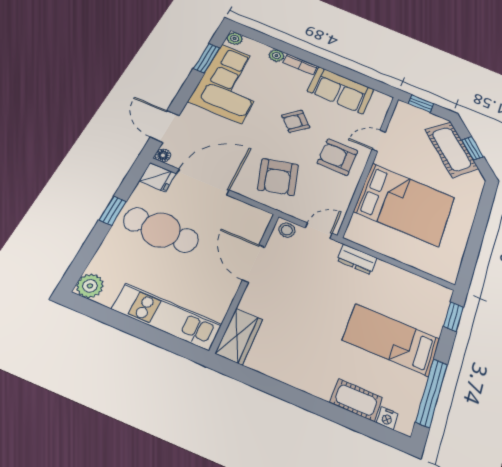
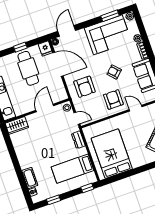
armchair: (278, 177) -> (85, 87), turned -75
bed: (405, 204) -> (112, 154), moved, turned 180
bed: (391, 340) -> (72, 169), moved, turned -90
window: (432, 393) -> (54, 200), width x0.46

